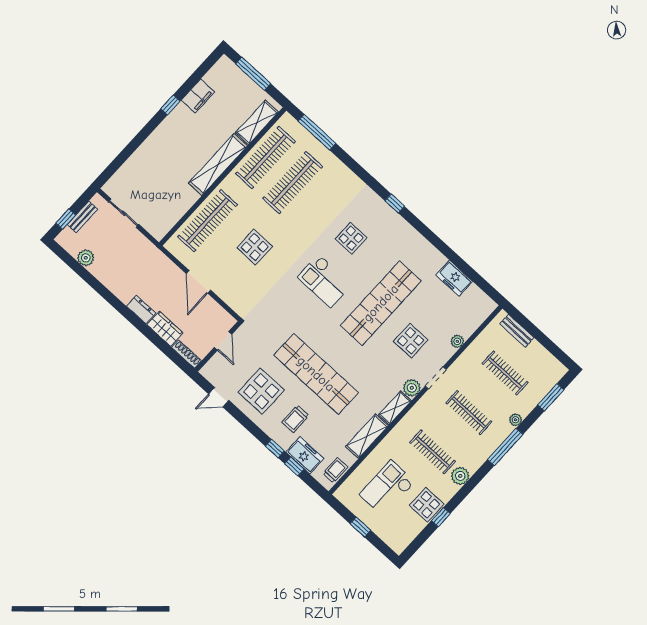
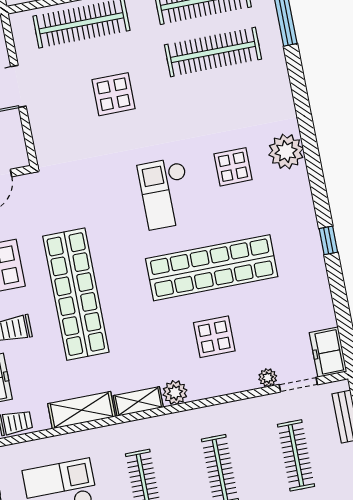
window: (395, 204) -> (328, 240), moved
plant: (374, 208) -> (286, 152), added
freezer: (454, 278) -> (328, 352), moved
doorway: (436, 378) -> (298, 385), moved

